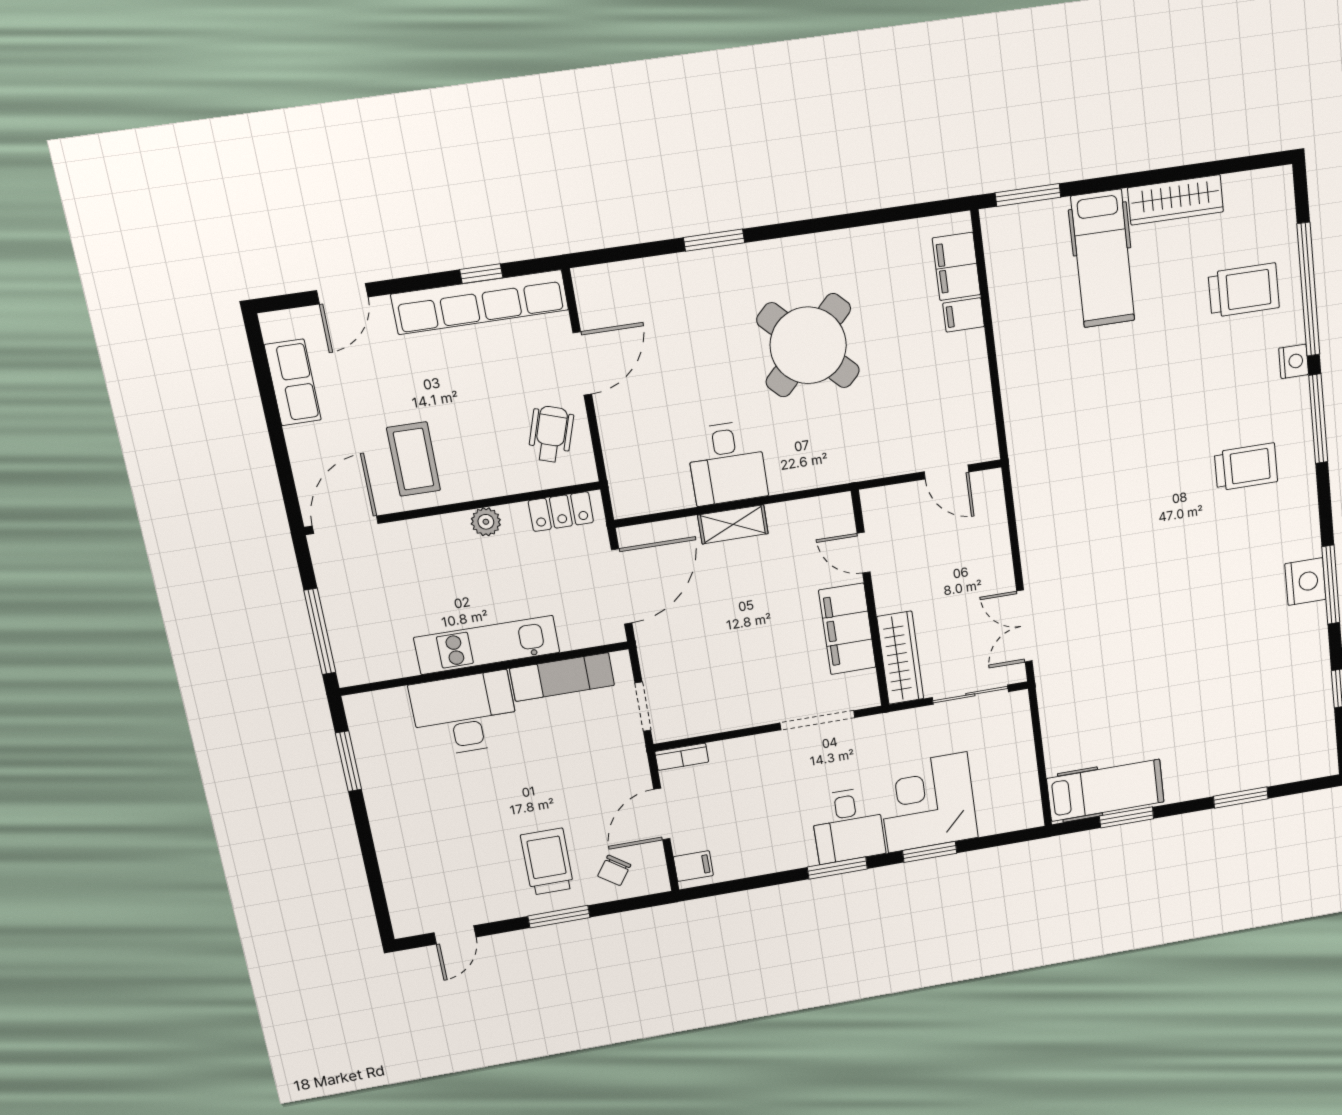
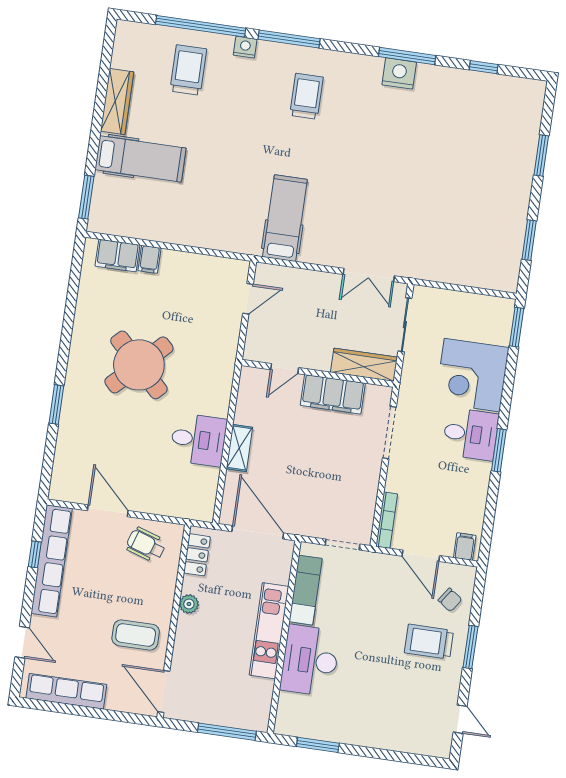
row of seats: (293, 382) -> (66, 691), width x1.48
bookcase: (682, 757) -> (387, 520), width x1.56
hospital bed: (1106, 790) -> (285, 218), moved
window: (930, 852) -> (517, 327), moved

